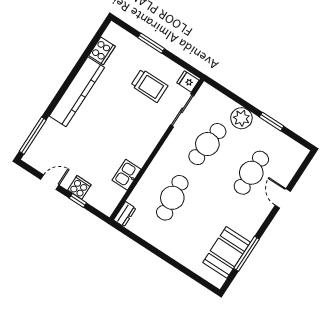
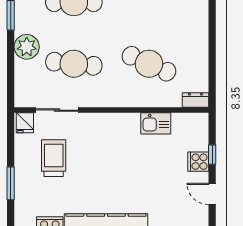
cafe table: (172, 198) -> (149, 64), turned 30

